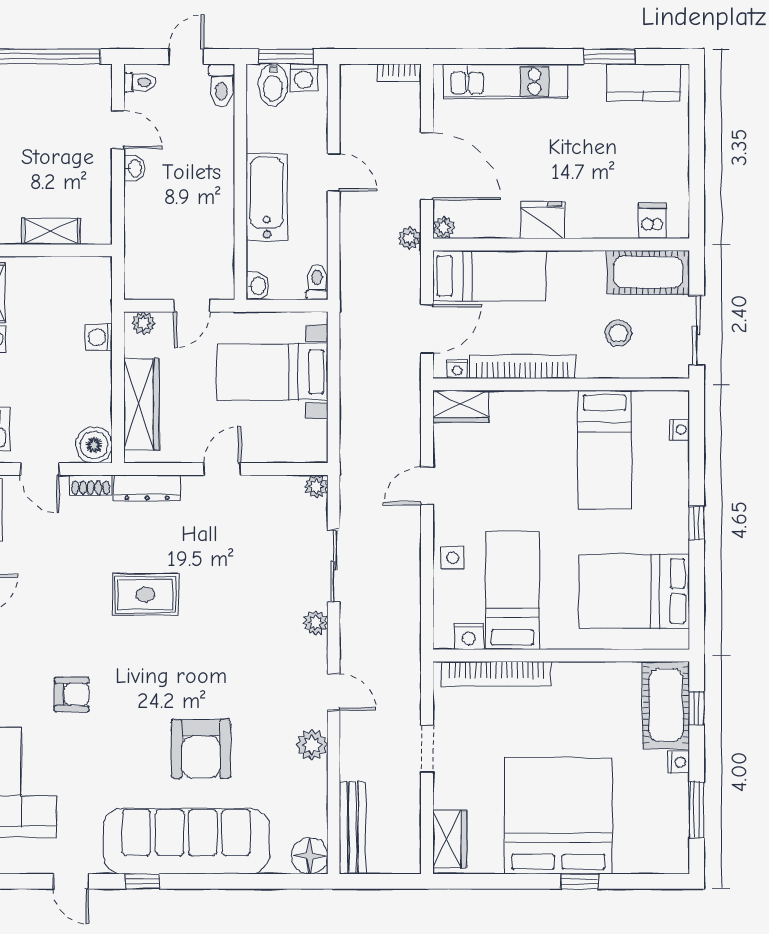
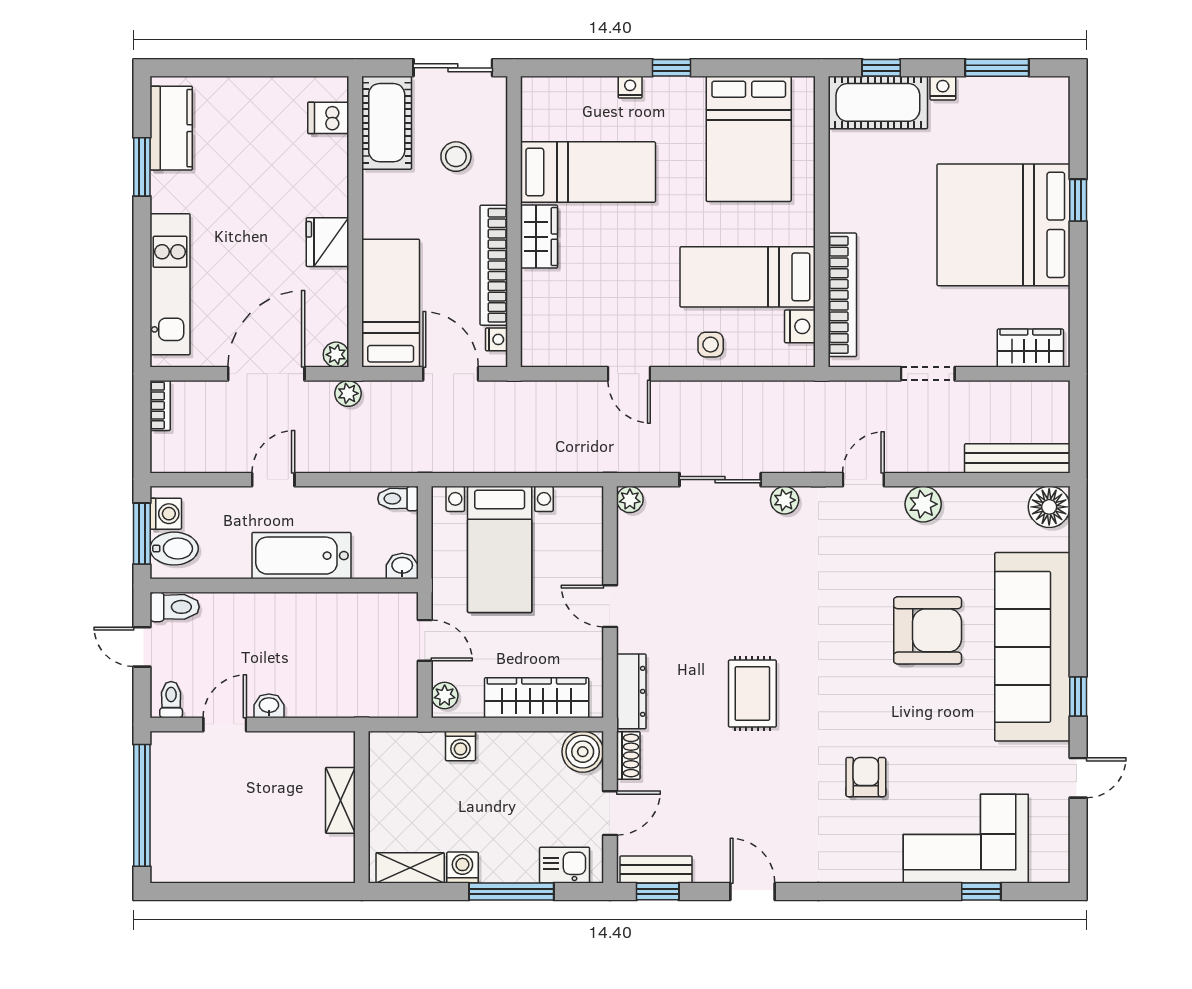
wardrobe: (461, 406) -> (539, 237), moved
nightstand: (679, 430) -> (630, 87), moved

